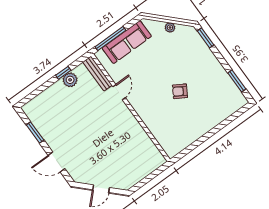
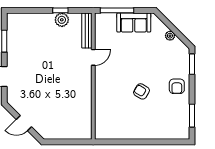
sofa: (127, 42) -> (134, 23), width x0.73
armchair: (206, 66) -> (177, 86), added

